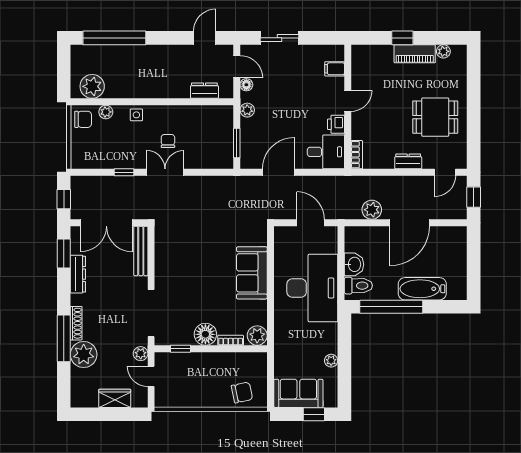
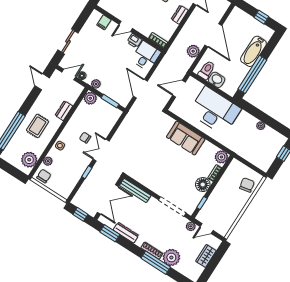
rug: (143, 69) -> (38, 126), added
dresser: (204, 91) -> (64, 111), moved
door: (348, 101) -> (126, 26), swing flipped
plant: (224, 115) -> (90, 98), added
window: (474, 270) -> (261, 17), added
toilet: (358, 286) -> (207, 70), moved
sofa: (298, 393) -> (267, 155), removed

